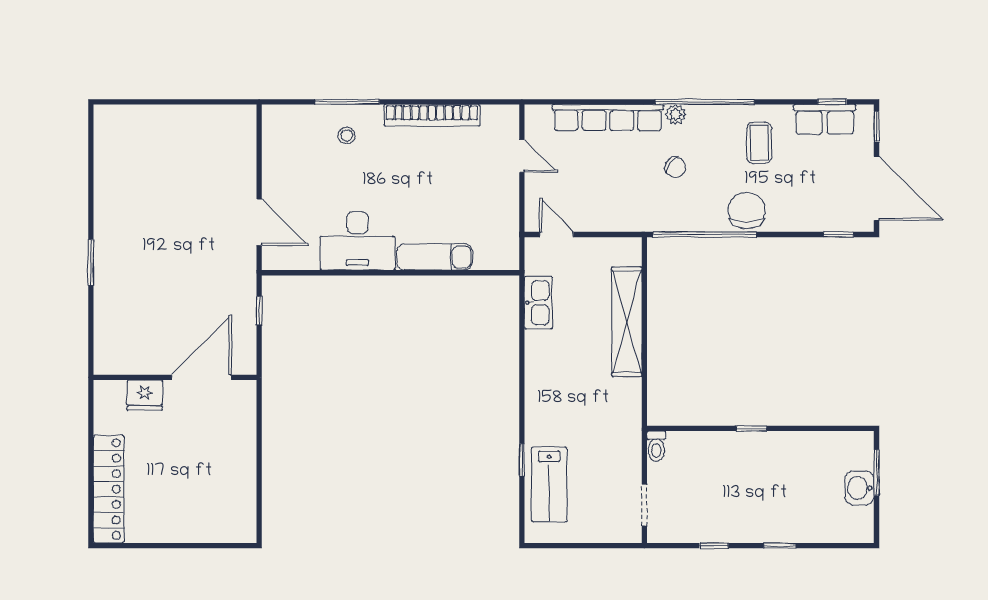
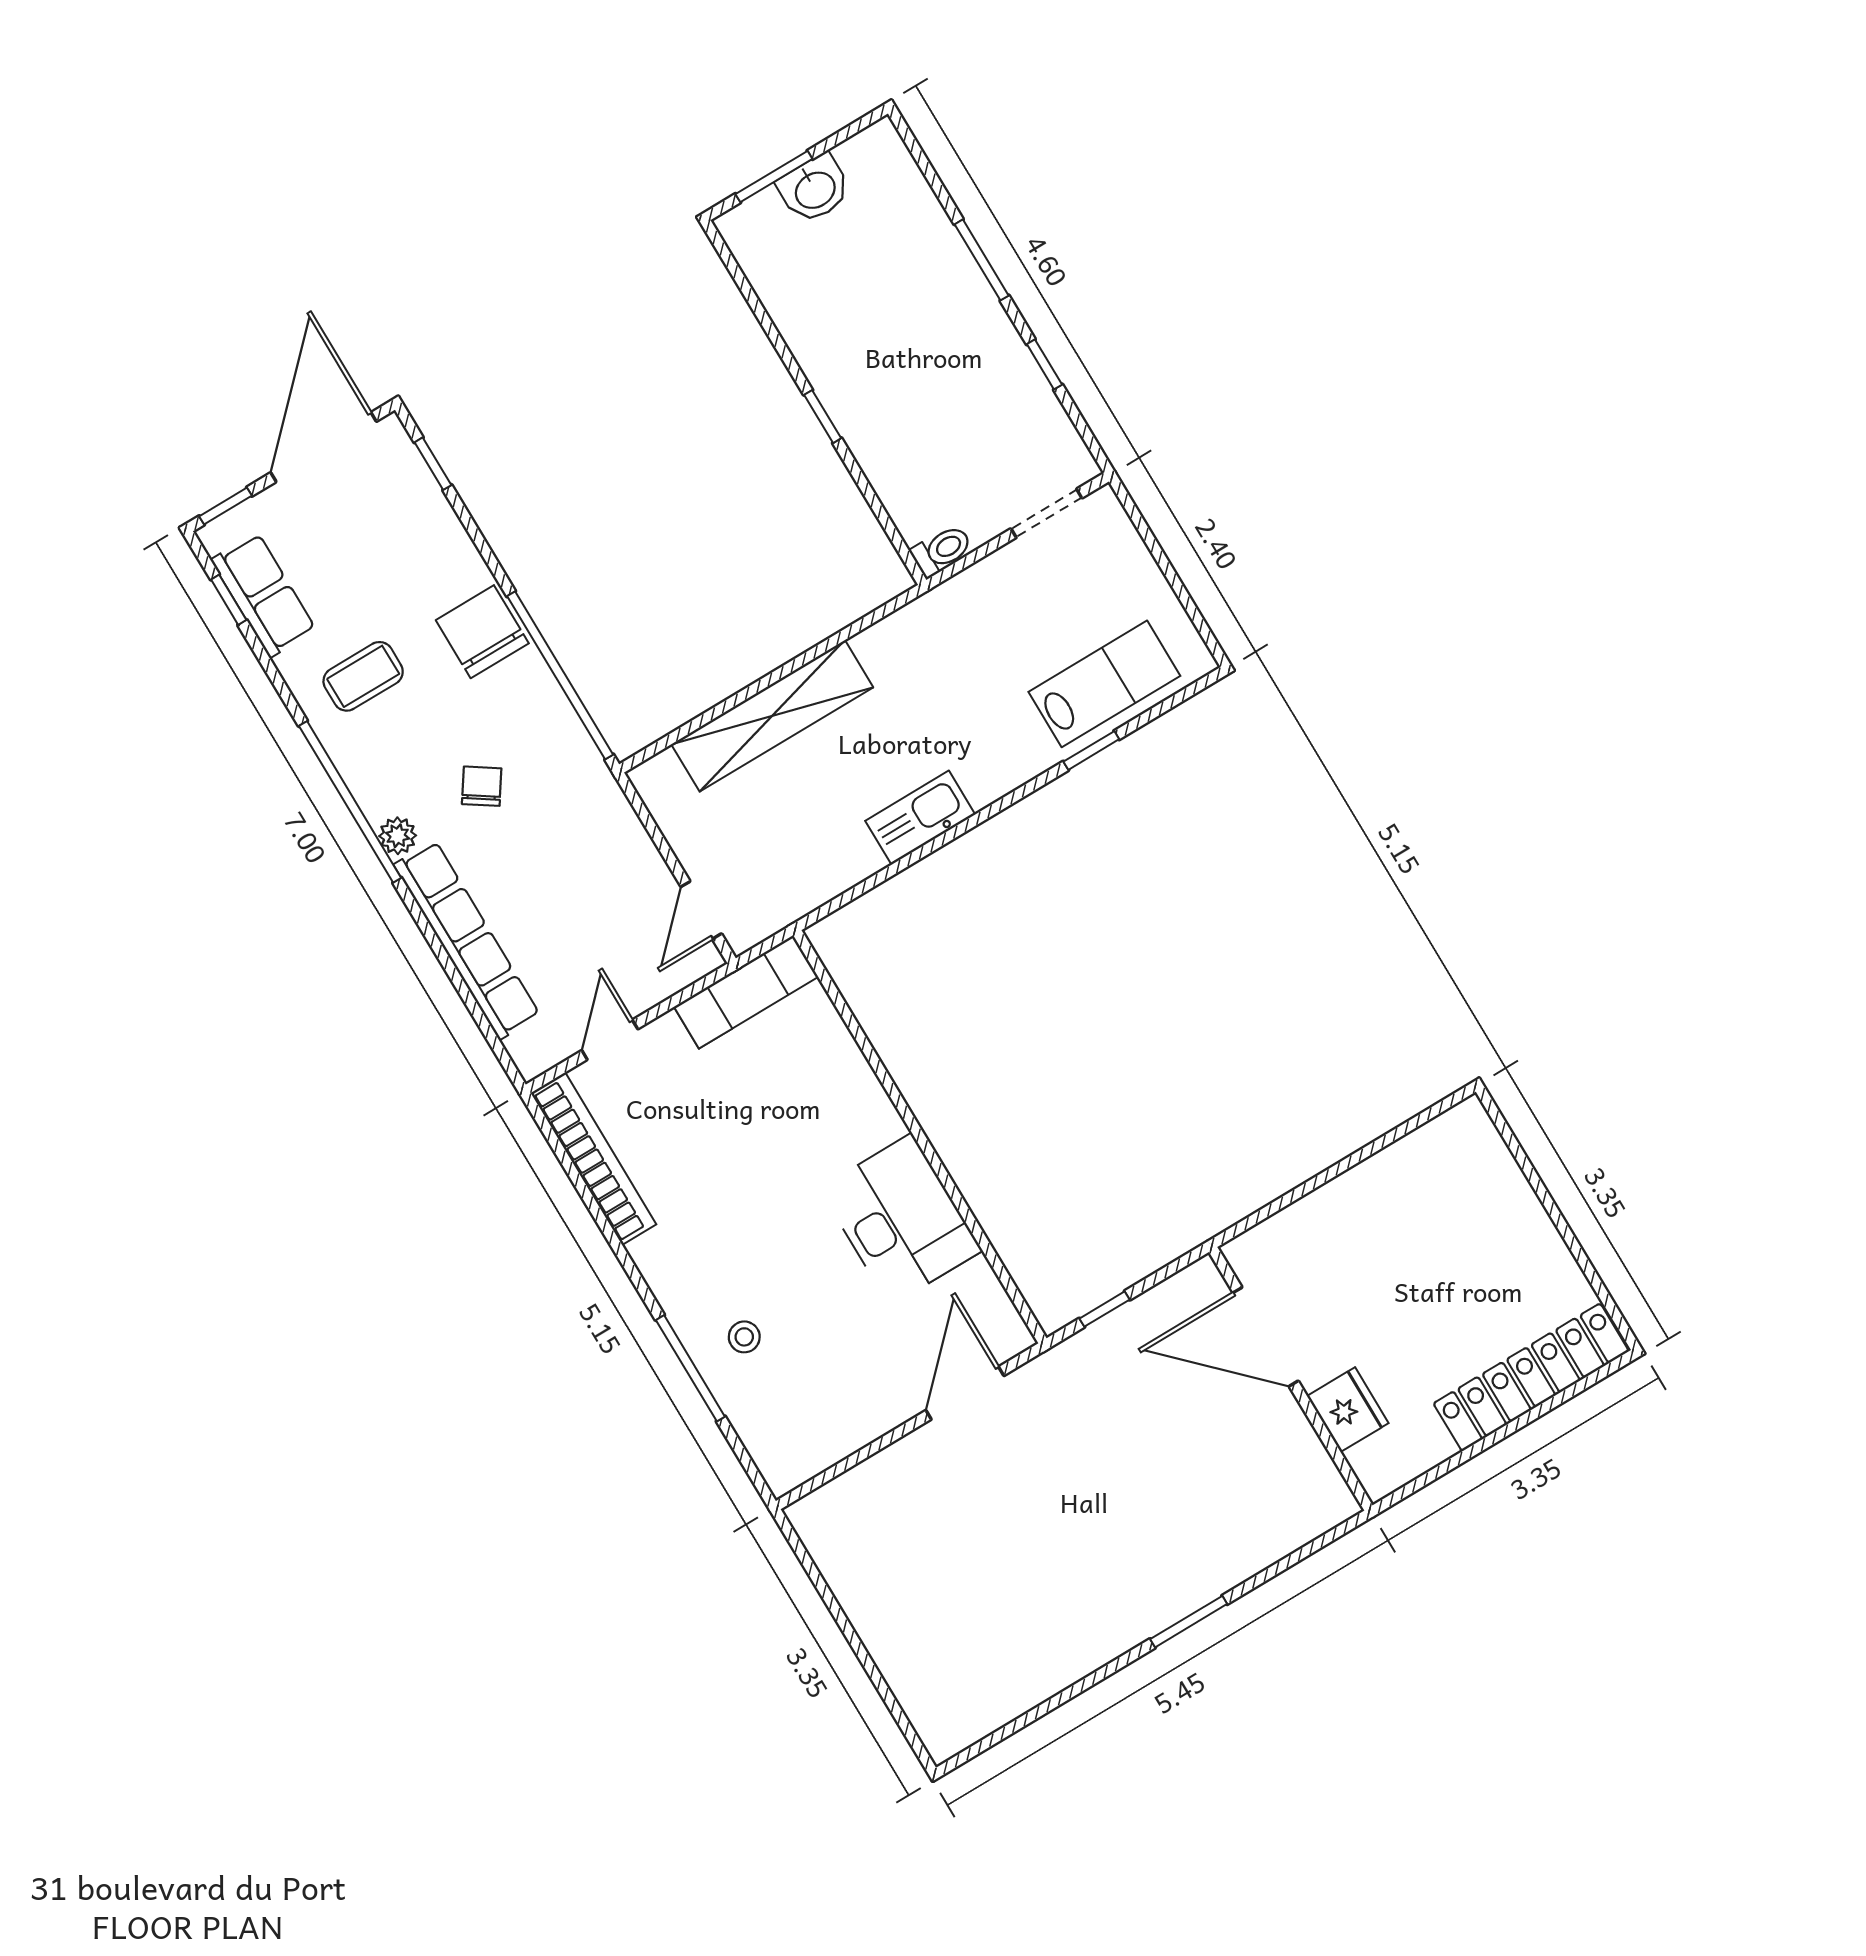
bookcase: (432, 115) -> (593, 1159), moved
chair: (747, 211) -> (482, 632), turned 90
exam couch: (435, 257) -> (746, 992), moved, turned -90
kitchen sink: (538, 303) -> (920, 818), moved
window: (780, 546) -> (982, 260), width x1.50

